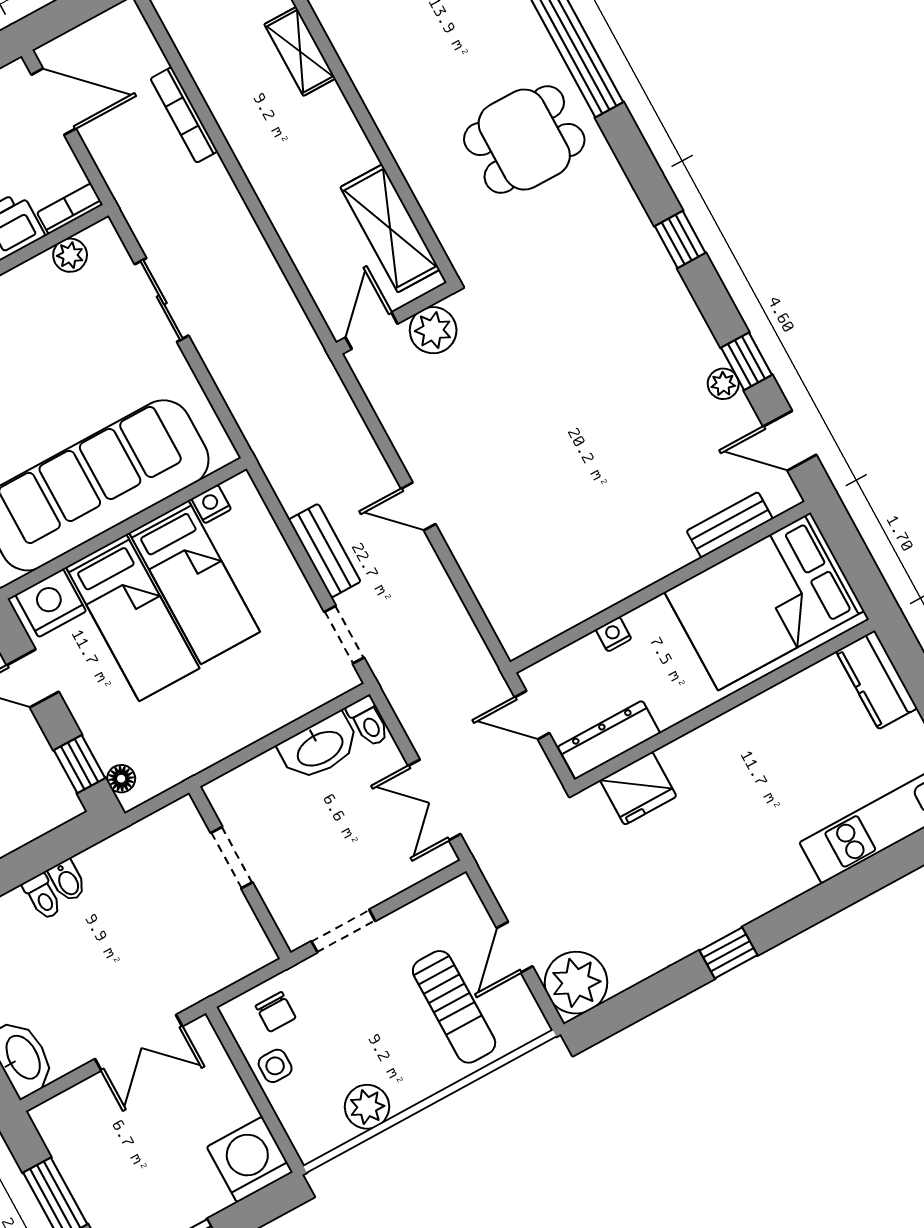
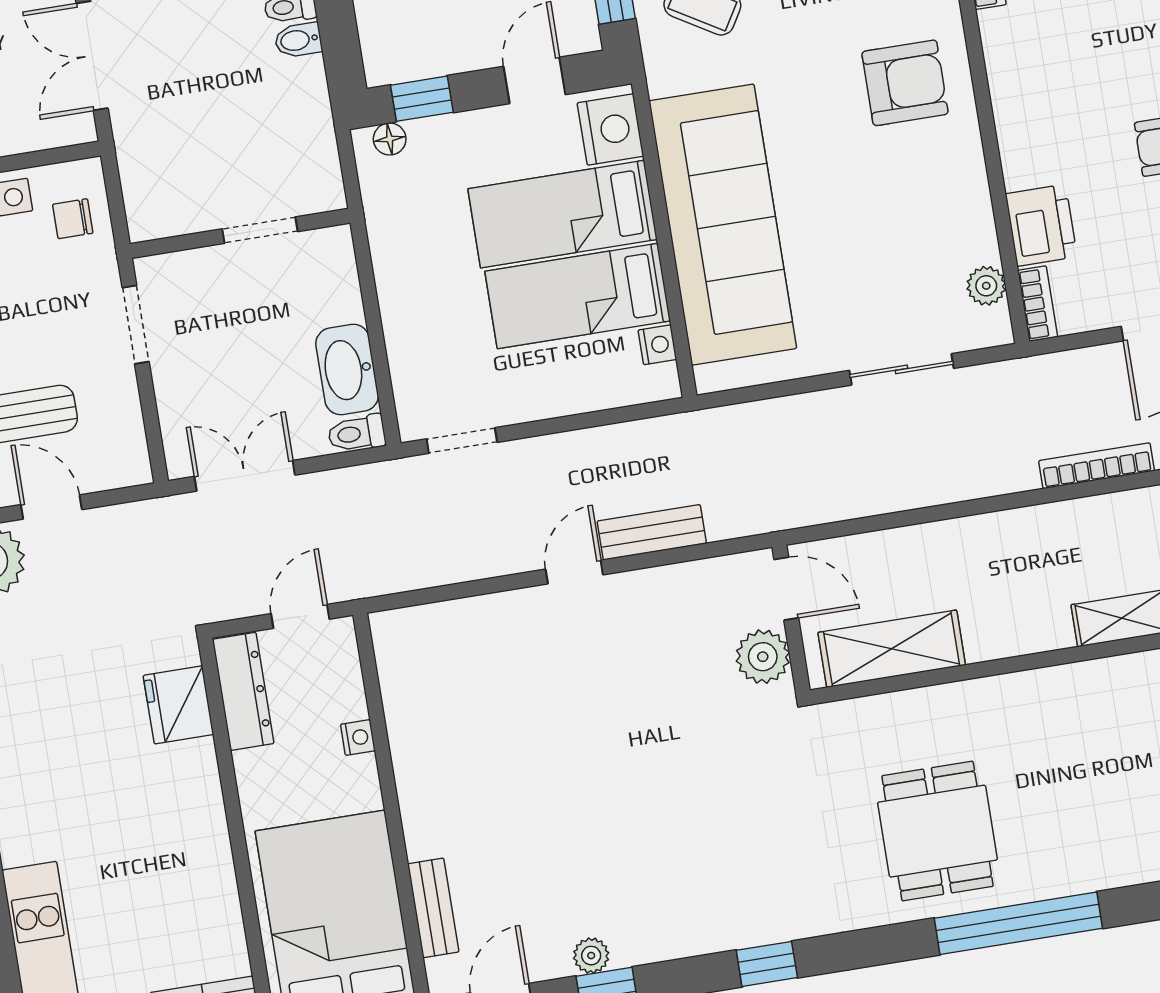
bench: (325, 551) -> (652, 532), moved

